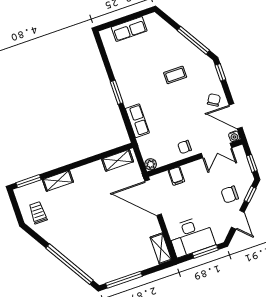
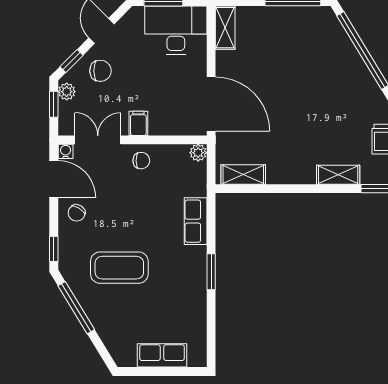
coffee table: (175, 75) -> (119, 268), width x1.86, depth x1.72
plant: (246, 174) -> (67, 92), added
filing cabinet: (176, 176) -> (138, 123), moved

